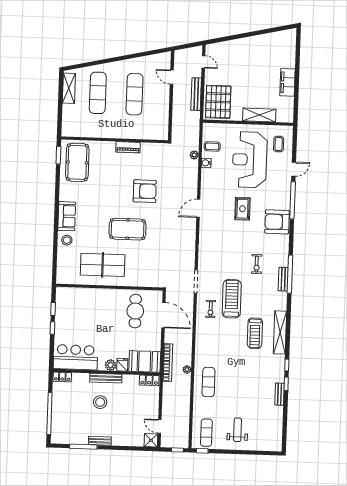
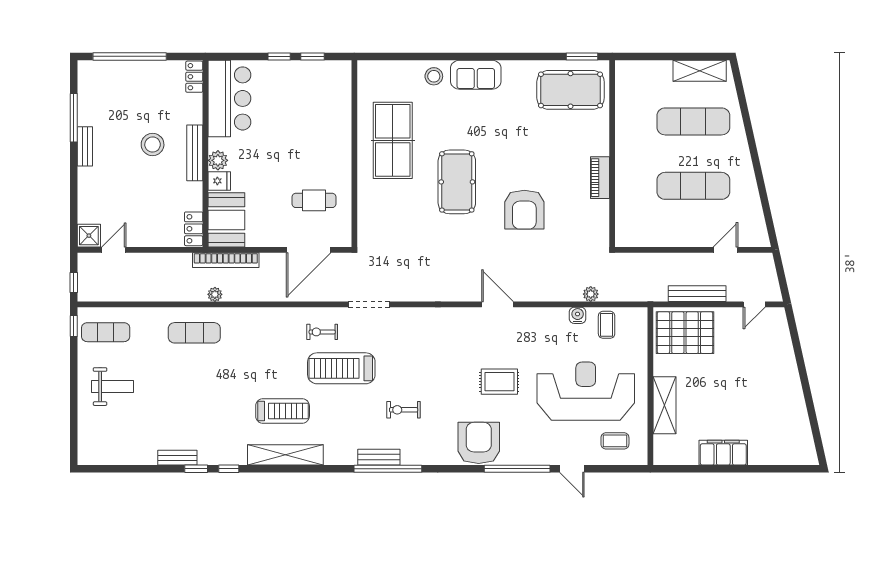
treadmill: (232, 299) -> (341, 368), turned 180
cafe table: (135, 311) -> (314, 200), width x0.73, depth x0.74
treadmill: (255, 333) -> (283, 411), turned 180

